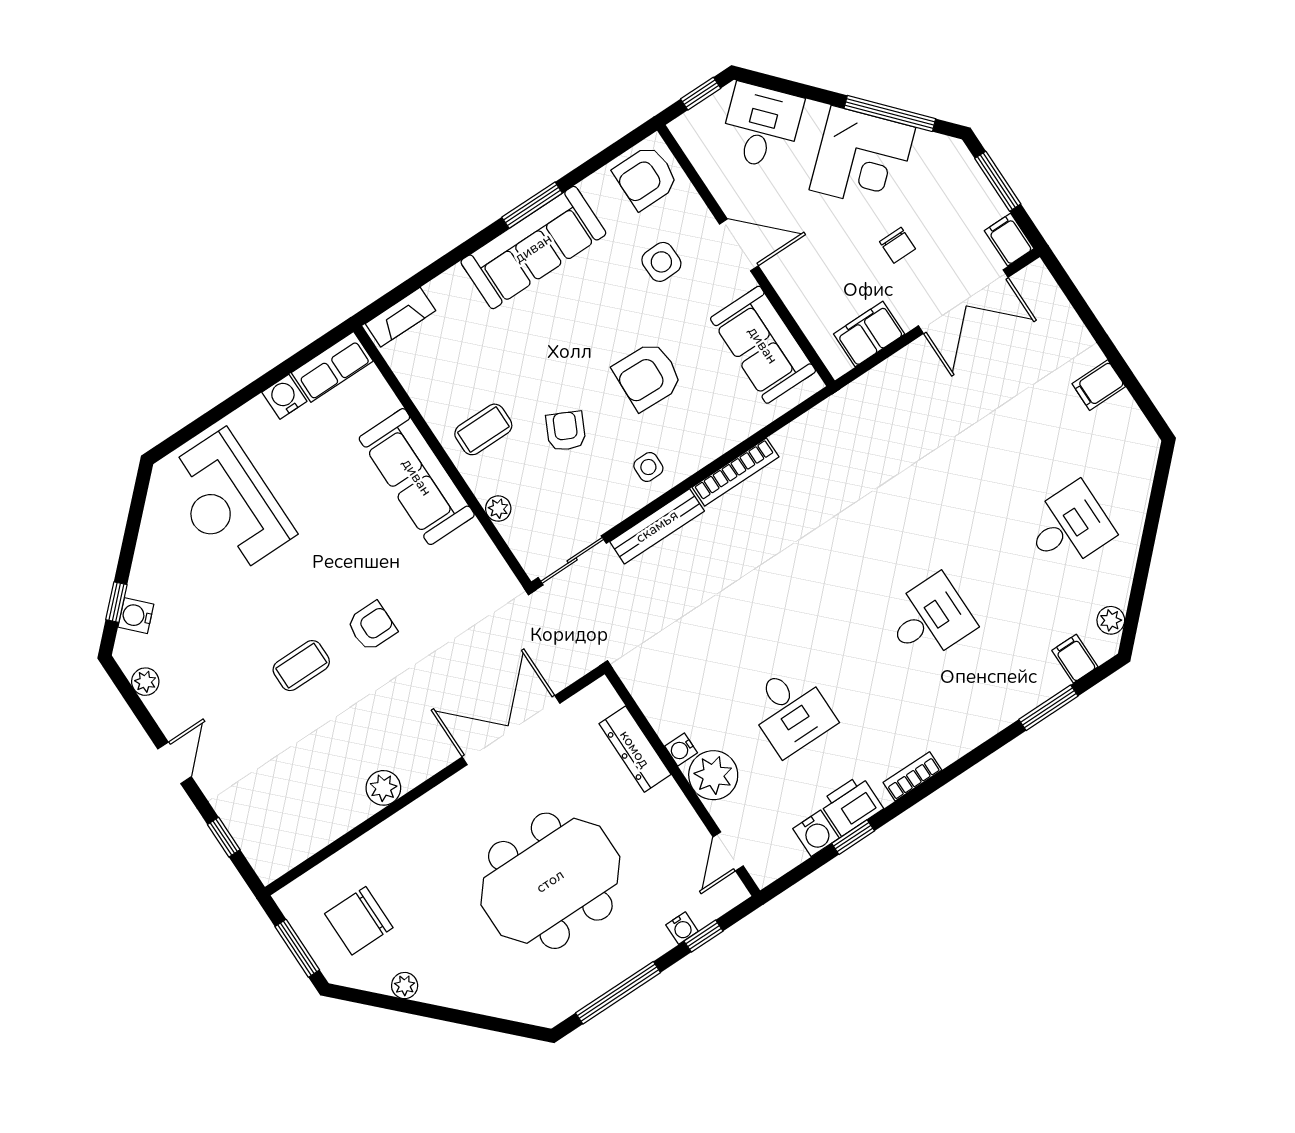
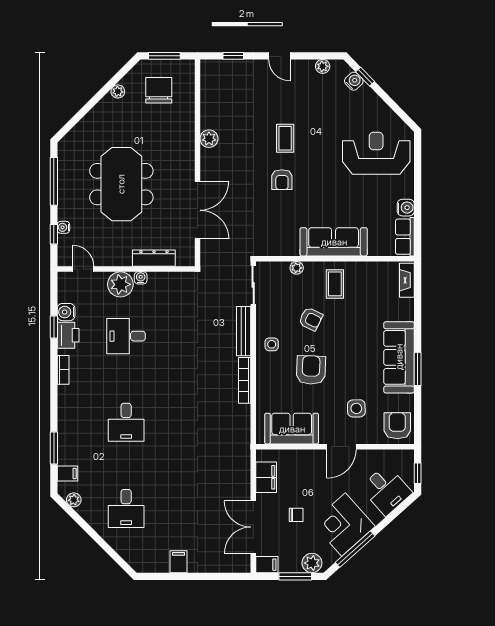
plant: (958, 168) -> (312, 563), added
chair: (898, 245) -> (296, 515), turned 180

